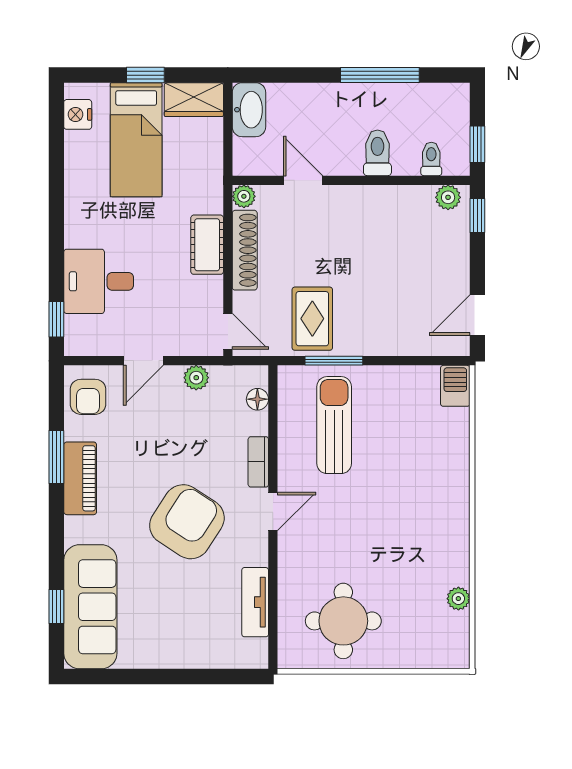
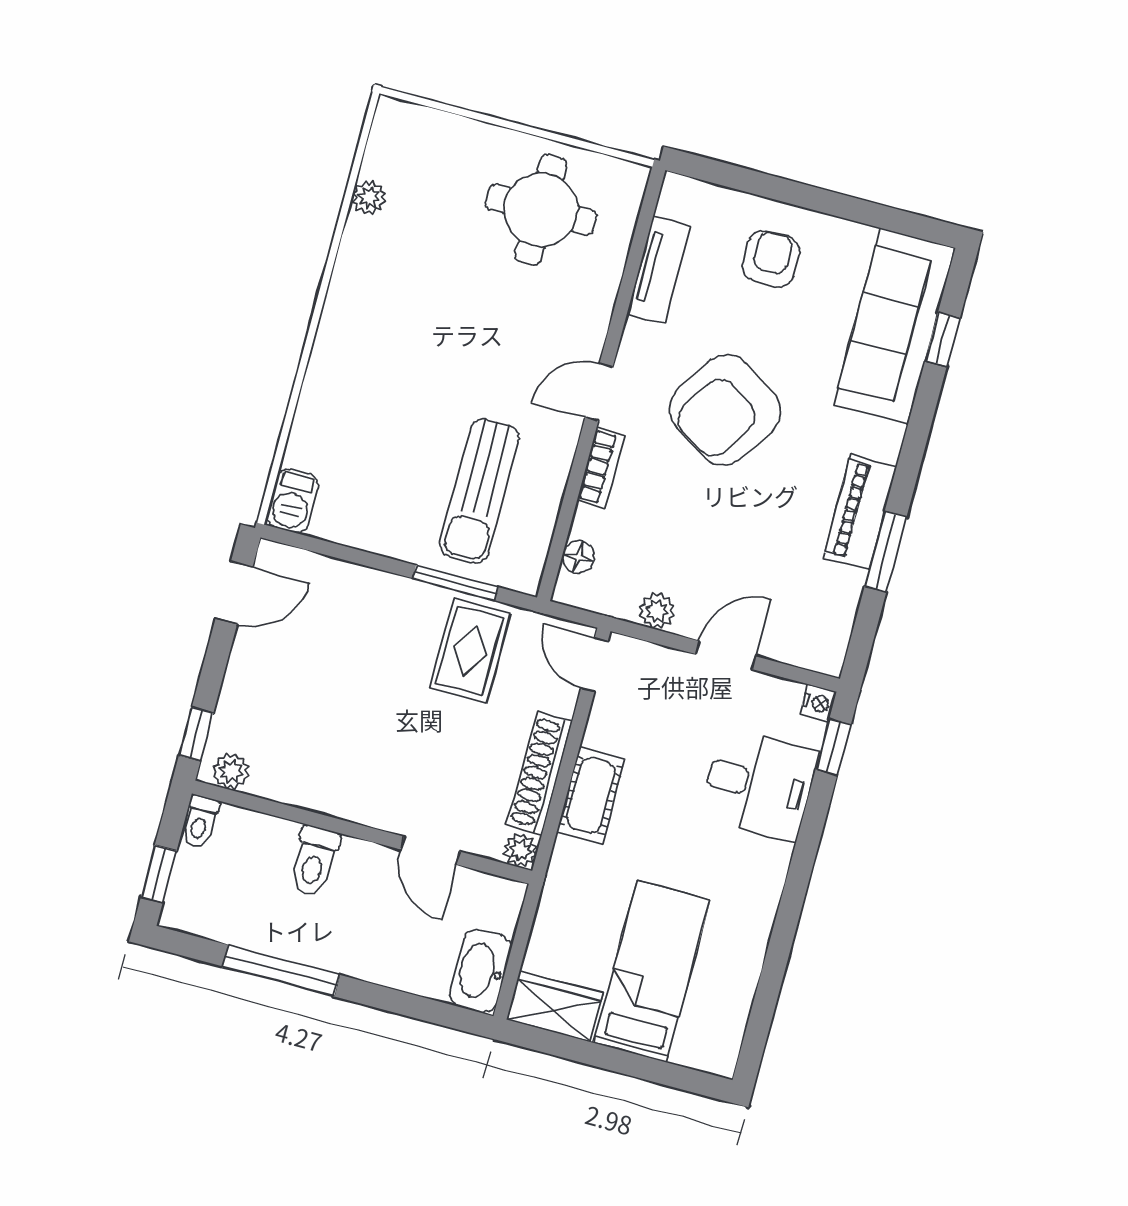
window: (145, 75) -> (614, 1060), removed
nightstand: (78, 114) -> (818, 703), moved, width x0.72, depth x0.74
window: (477, 144) -> (159, 874), moved
toilet: (431, 159) -> (200, 821), moved
armchair: (88, 397) -> (771, 259), moved

